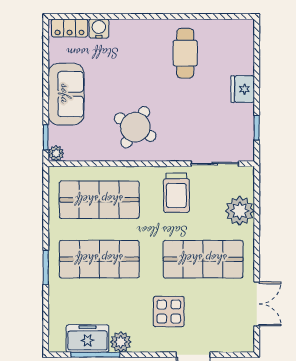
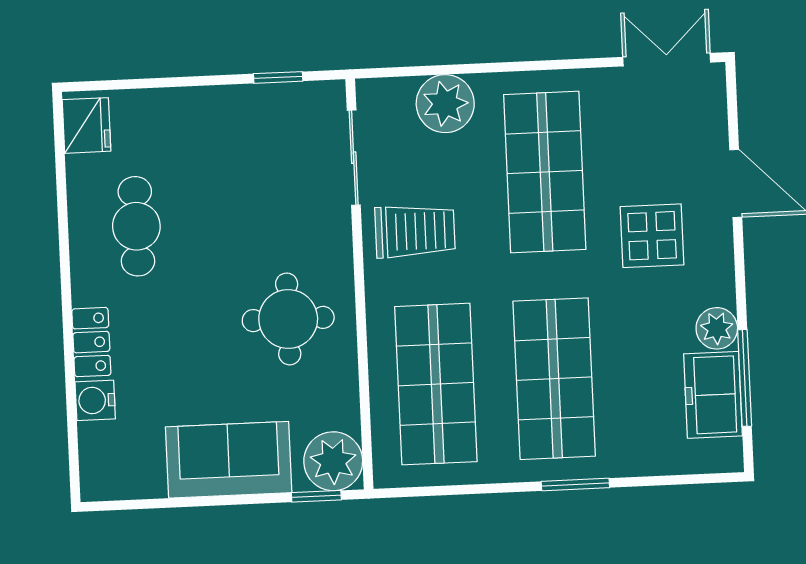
locker: (69, 28) -> (91, 342), moved
cafe table: (185, 53) -> (136, 226), turned 90
fridge: (243, 89) -> (86, 125), moved, turned -90
round table: (135, 127) -> (288, 319), turned -30
plant: (56, 153) -> (333, 461), width x1.88, depth x1.88
double door: (257, 304) -> (667, 60), moved

